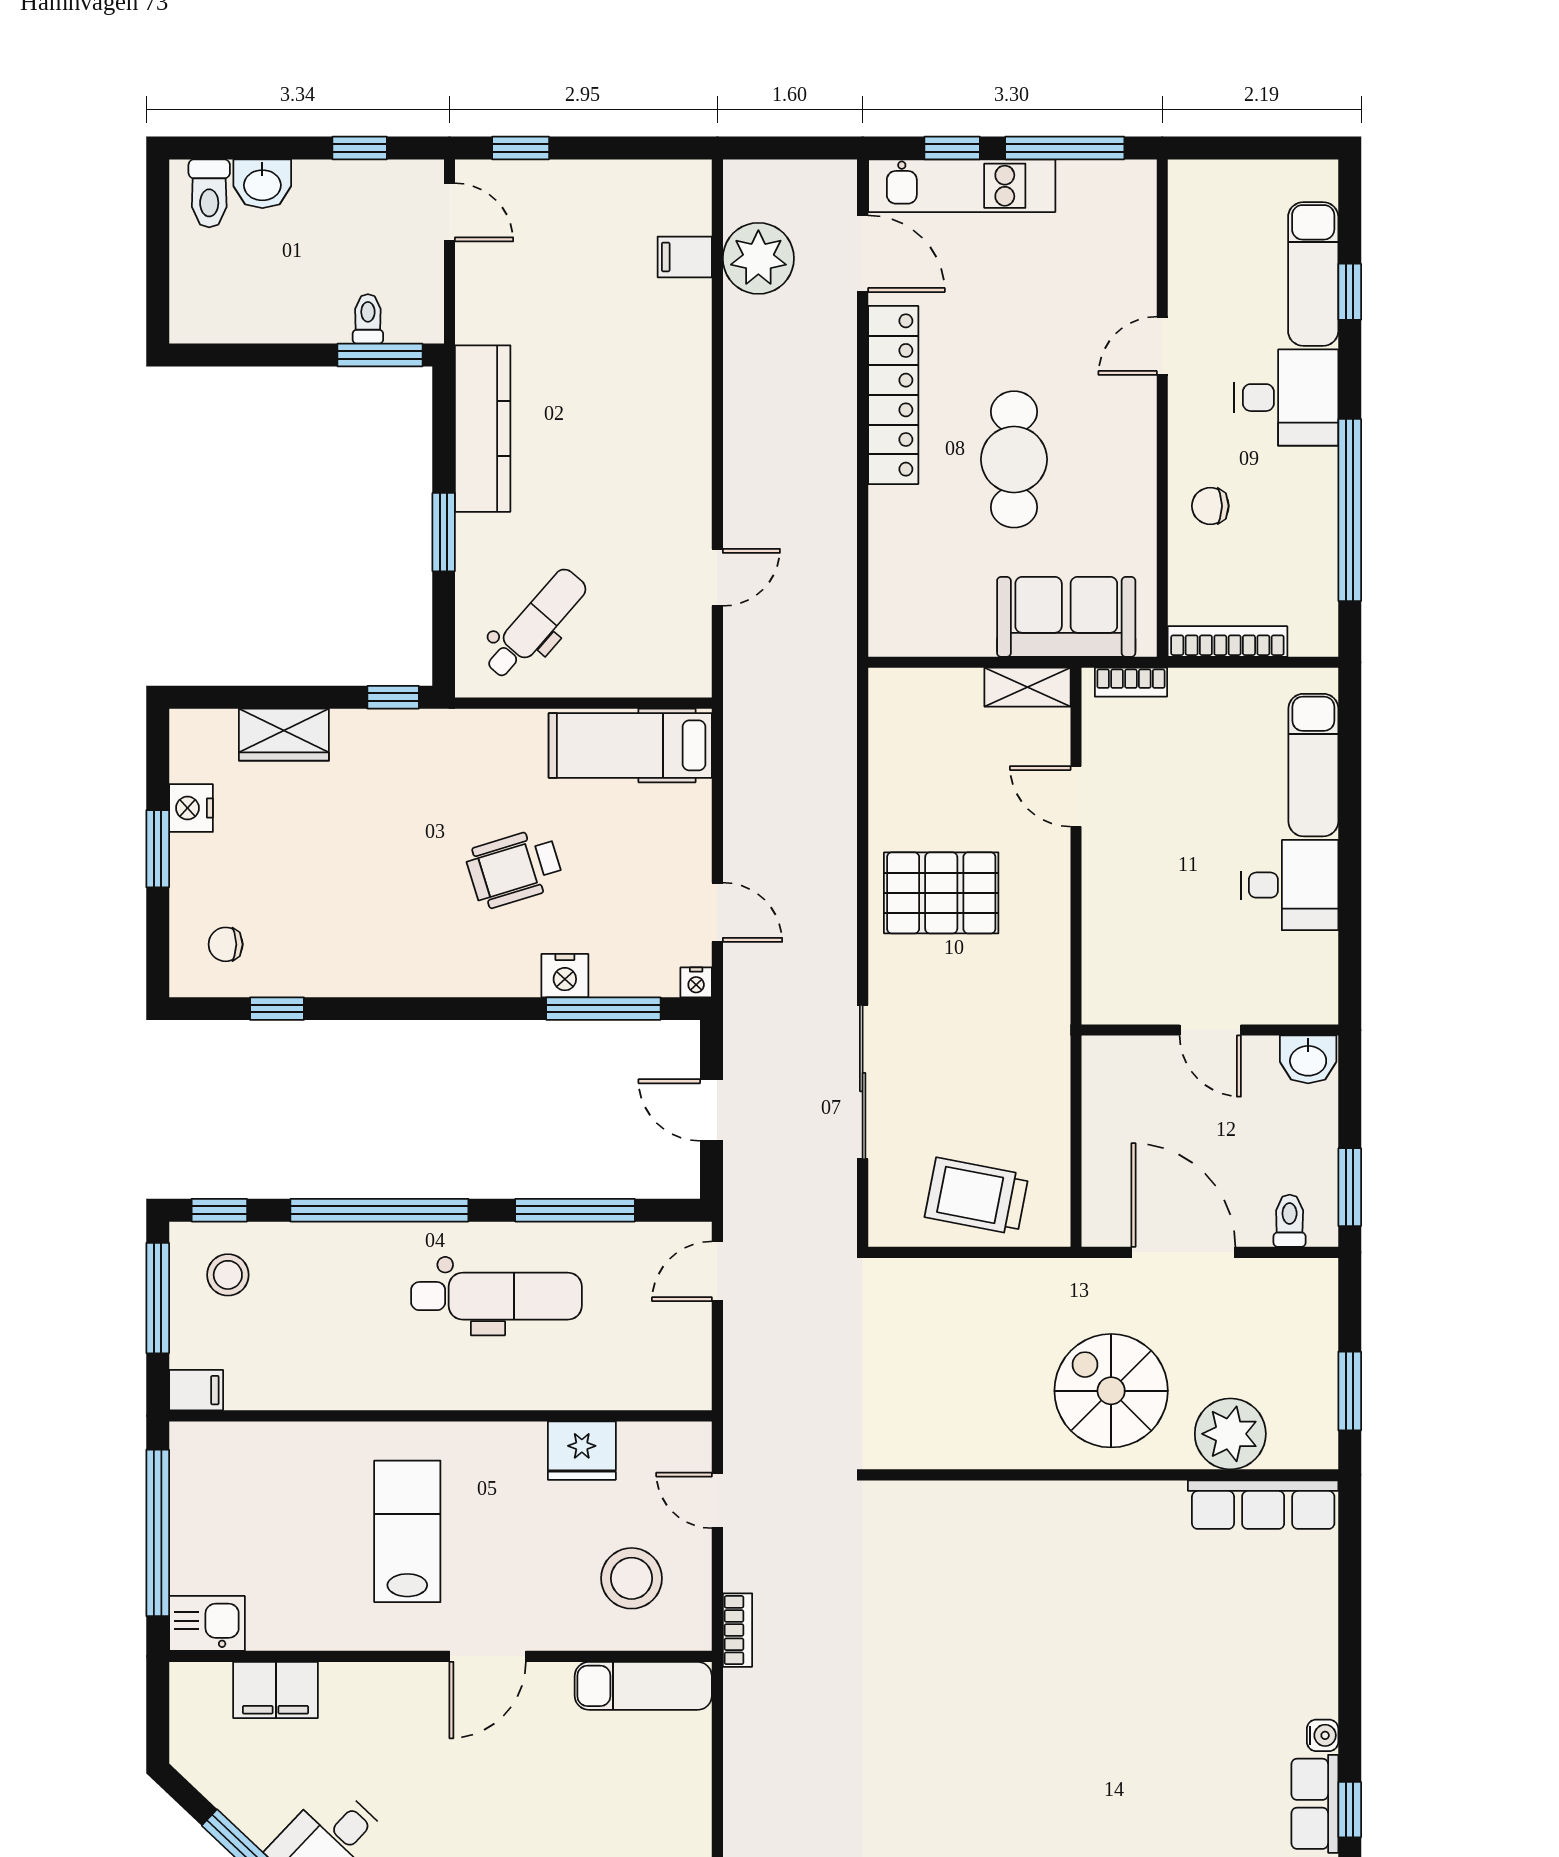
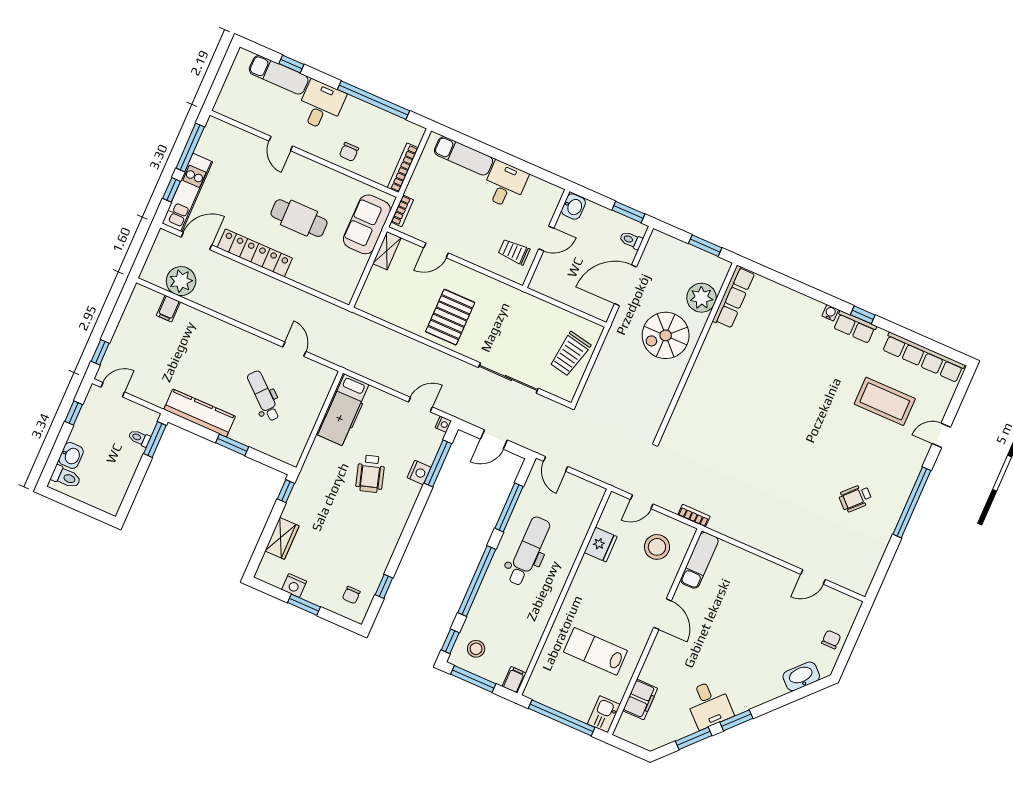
dental chair: (536, 624) -> (264, 396), moved
trolley: (1149, 971) -> (514, 252), added
lab bench: (407, 1531) -> (595, 651), moved

